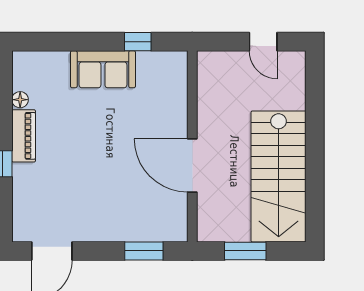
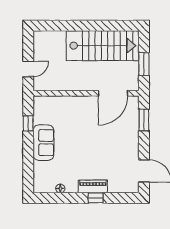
door: (263, 42) -> (28, 69), moved
piano: (24, 136) -> (93, 186), moved
door: (192, 165) -> (113, 93), moved

